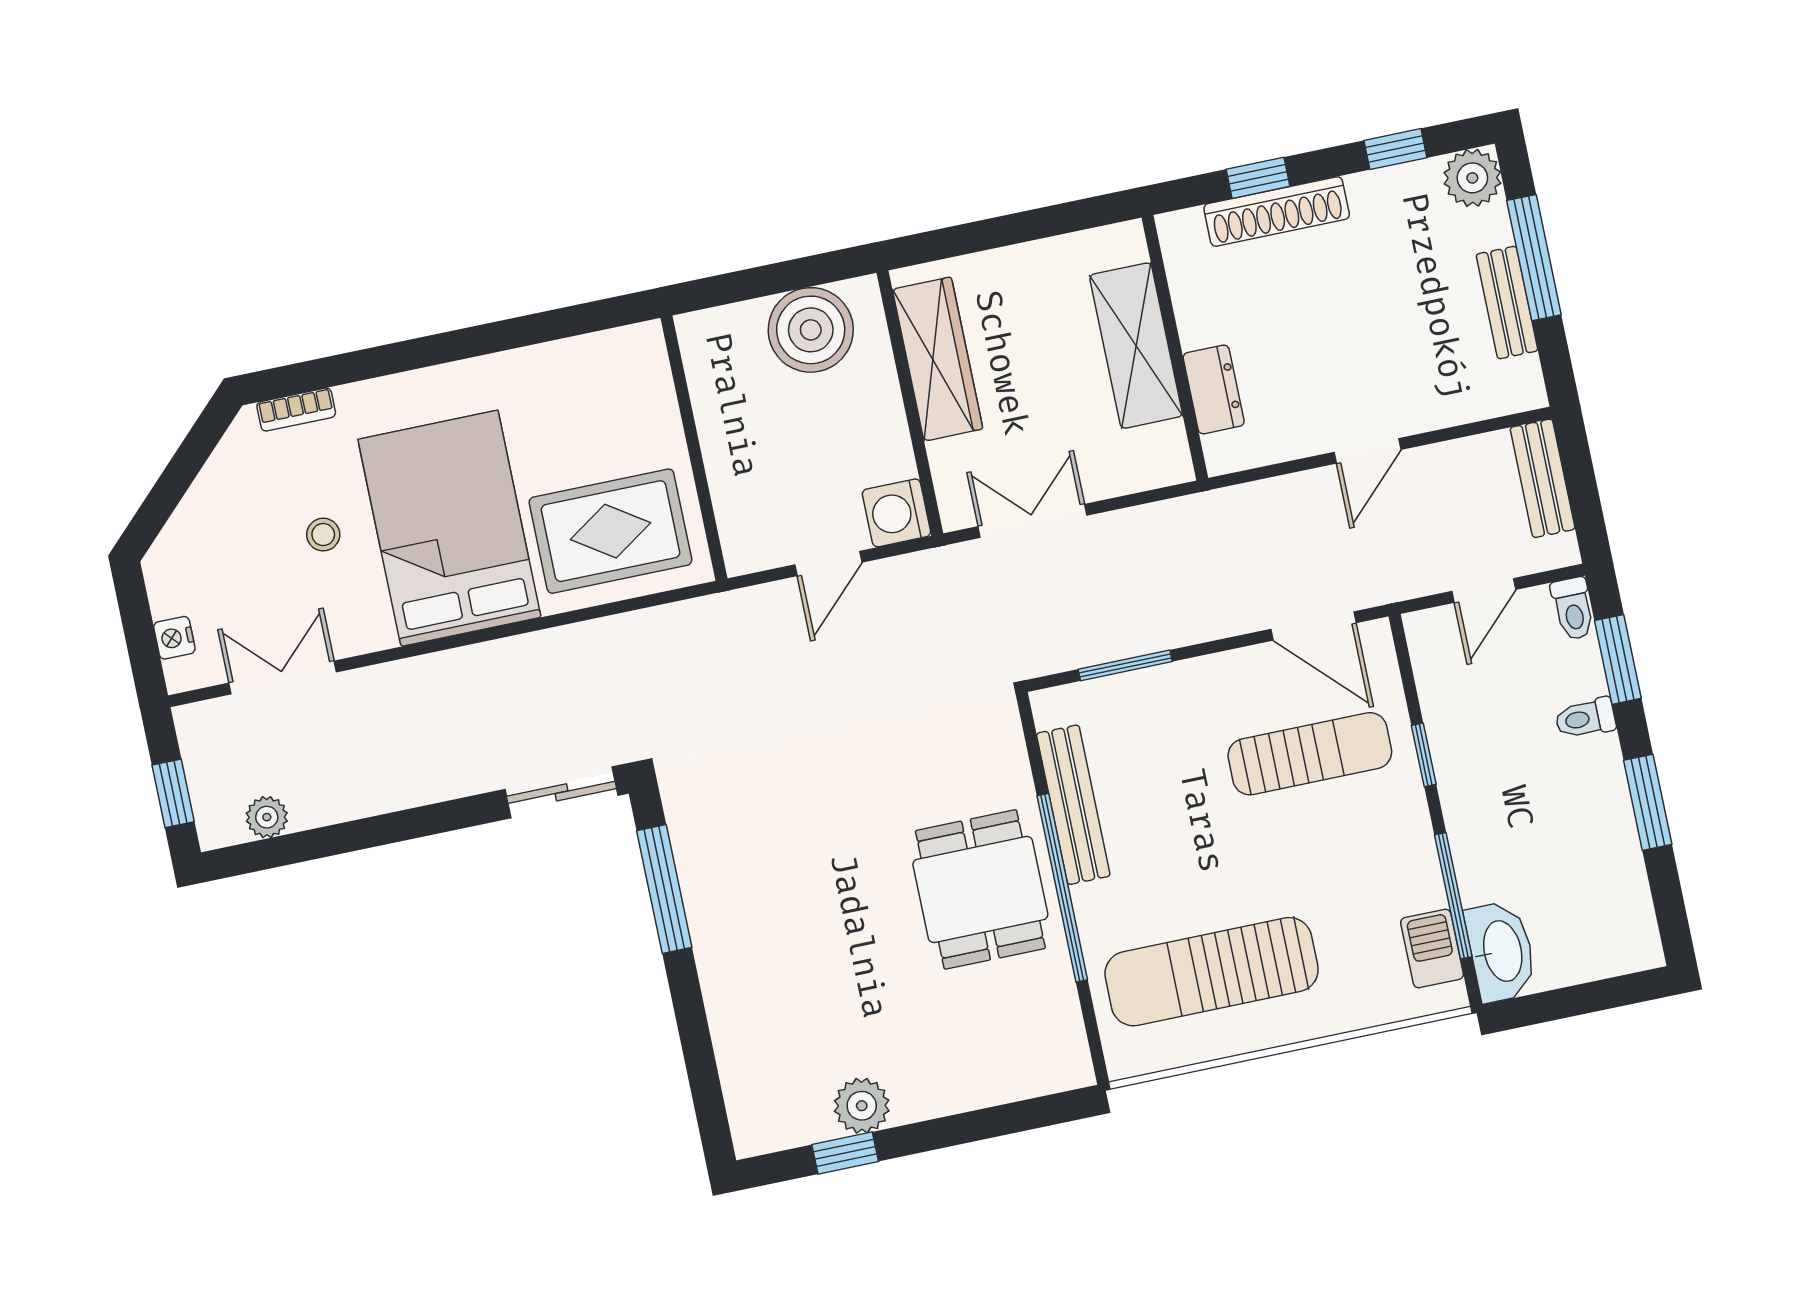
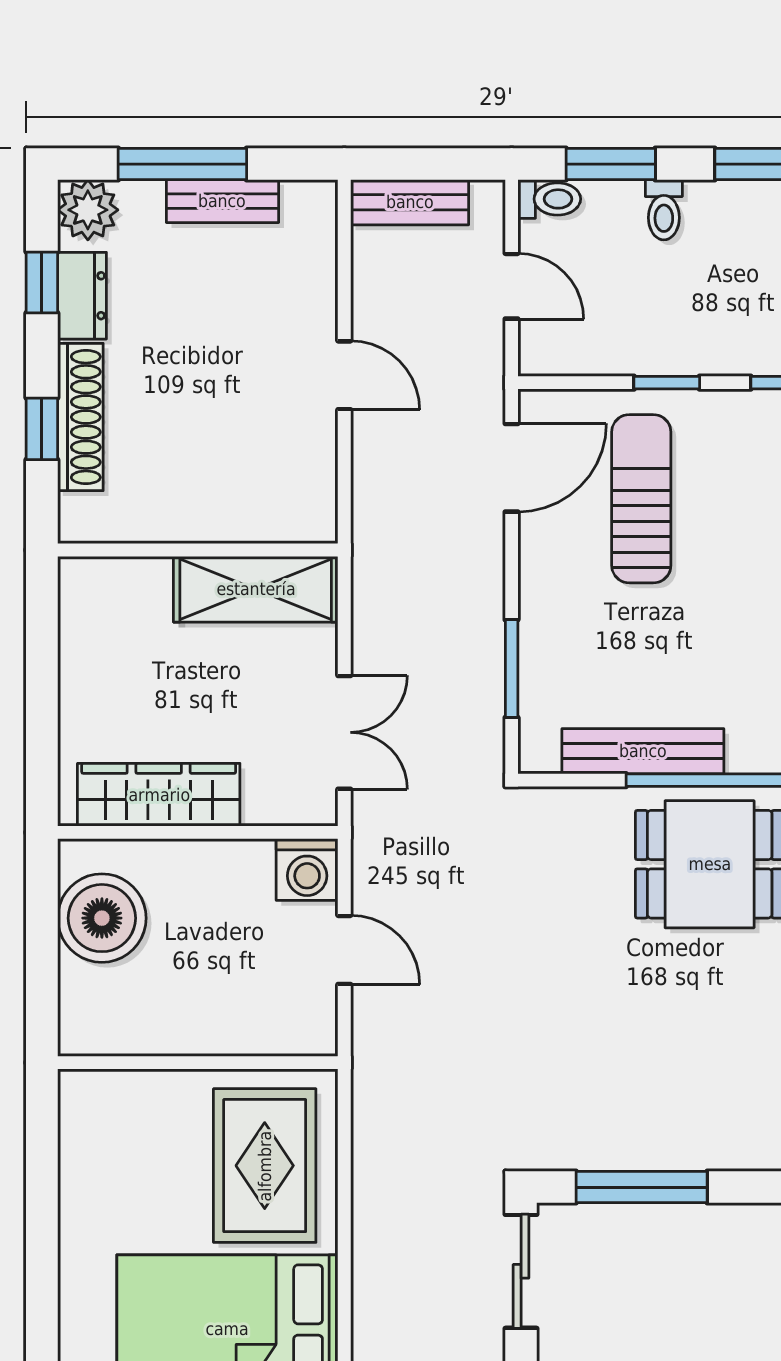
shelving: (1136, 346) -> (256, 589), moved
dresser: (1214, 389) -> (82, 296), moved, turned 90
double door: (1032, 521) -> (344, 732), swing flipped

